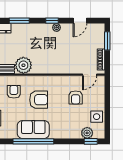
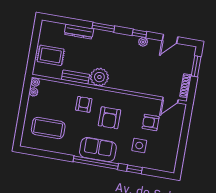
armchair: (76, 97) -> (151, 122), turned 90
armchair: (39, 100) -> (109, 118), turned 90
side table: (97, 117) -> (139, 145), moved
plant: (87, 133) -> (156, 164), removed
window: (91, 141) -> (135, 169), moved

